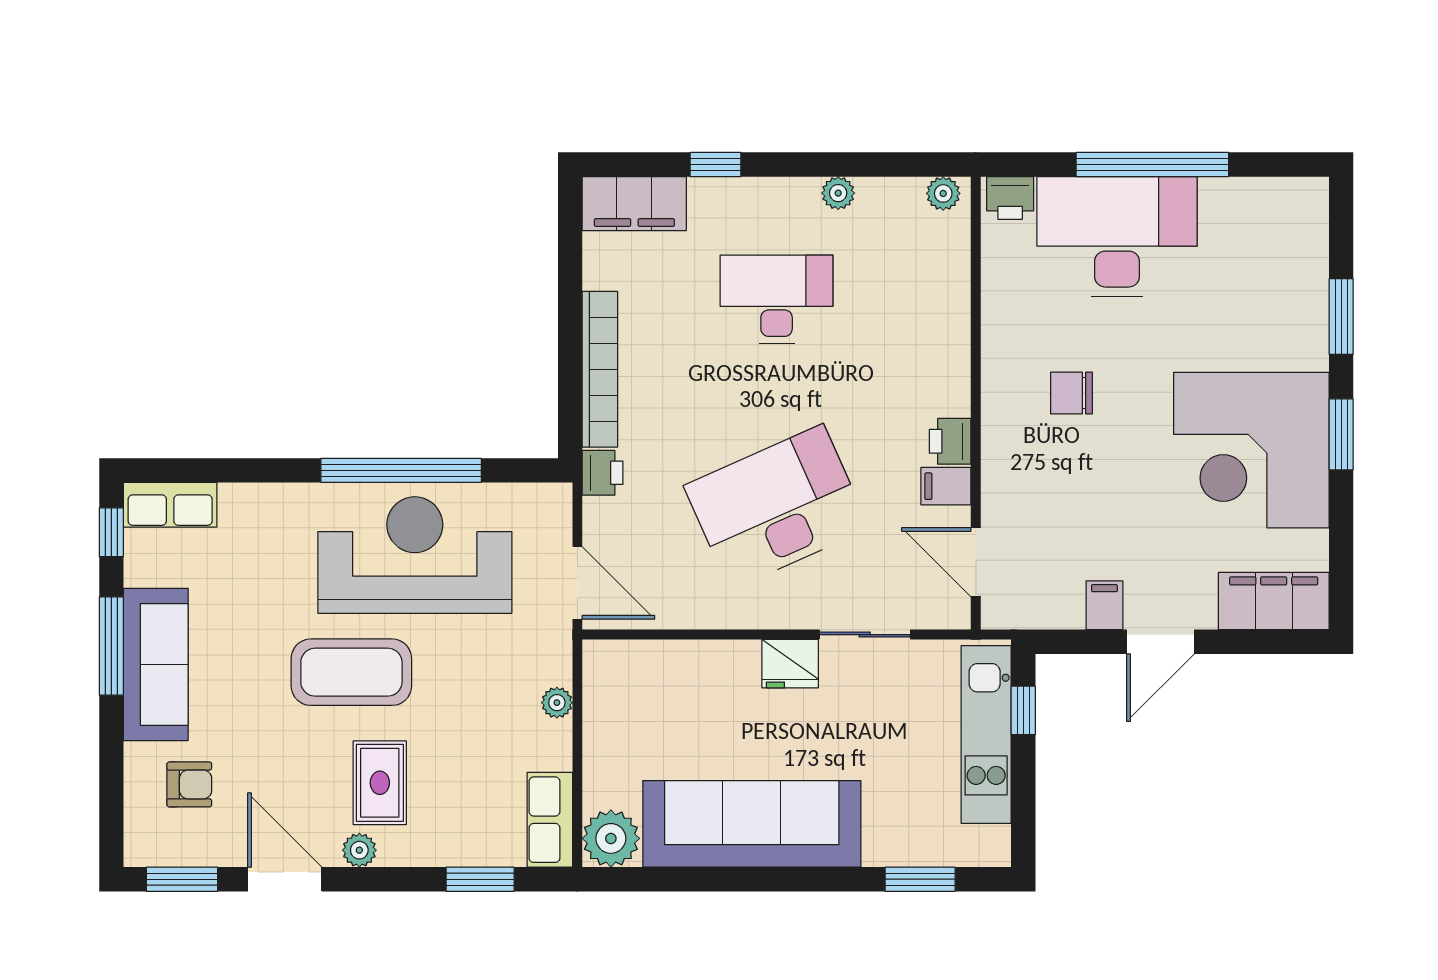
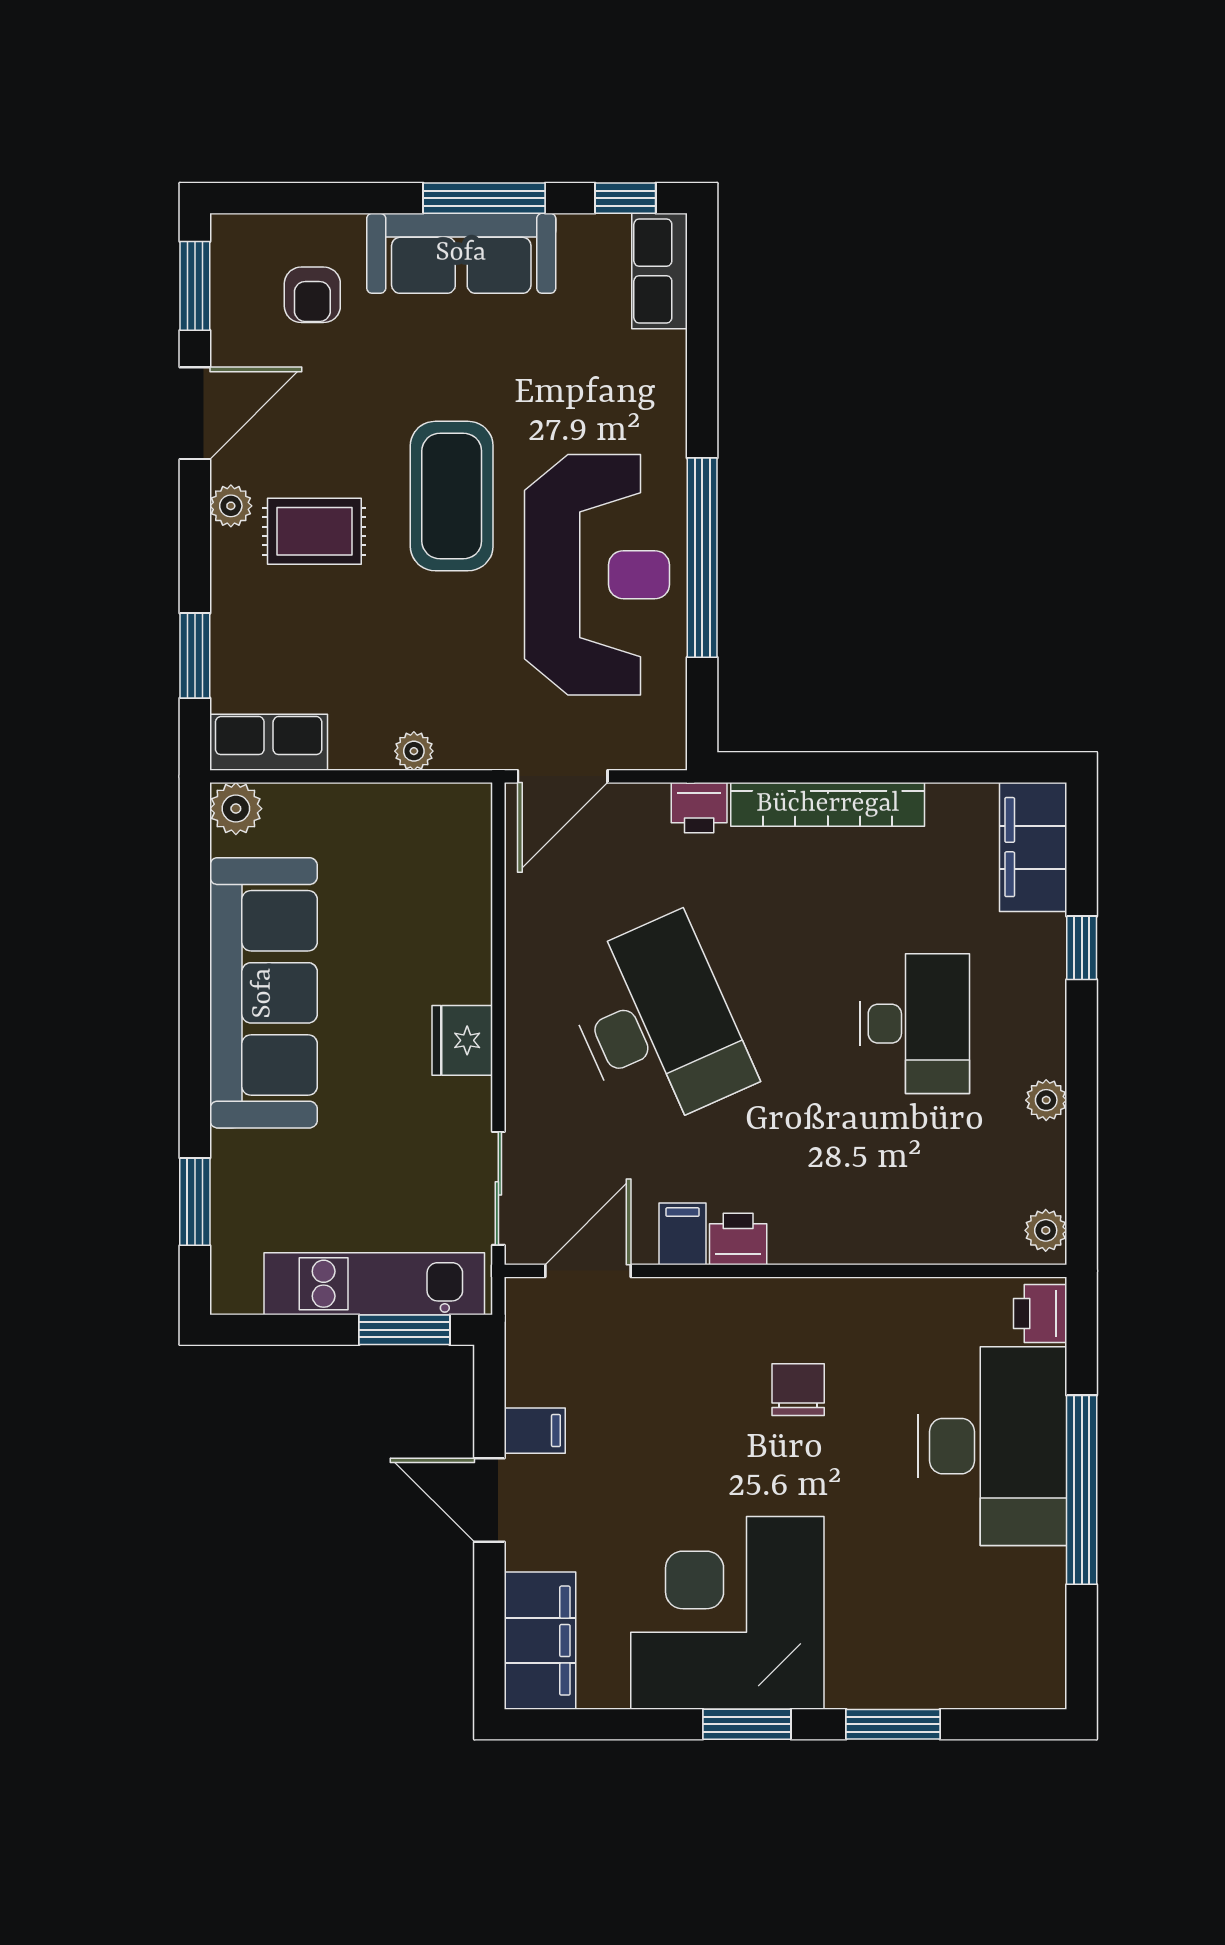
sliding door: (865, 635) -> (498, 1188), moved
window: (1023, 710) -> (404, 1330), width x1.50
plant: (611, 838) -> (236, 809), width x0.73, depth x0.73

